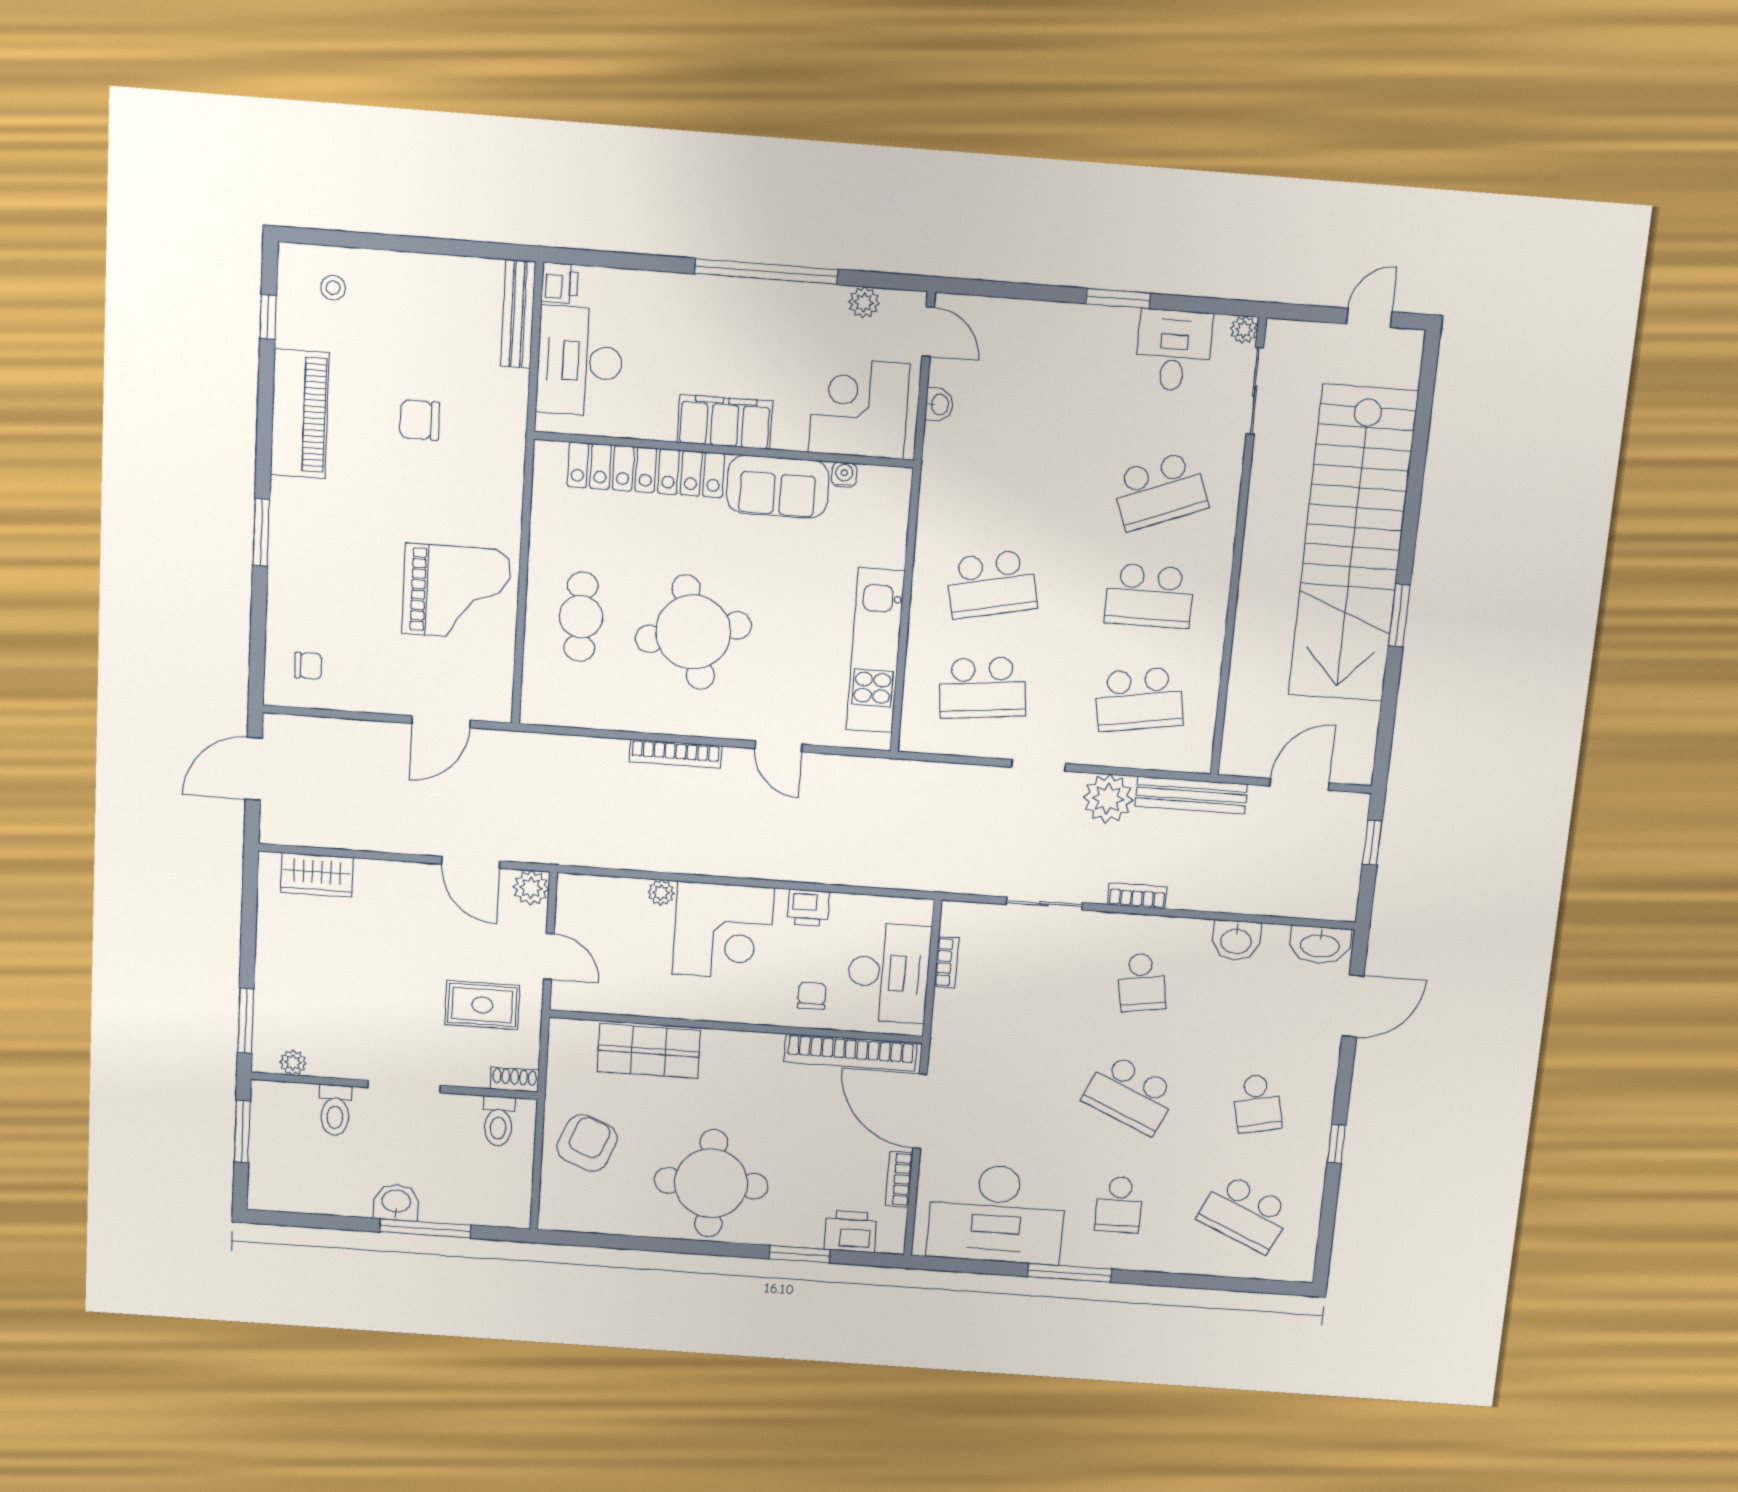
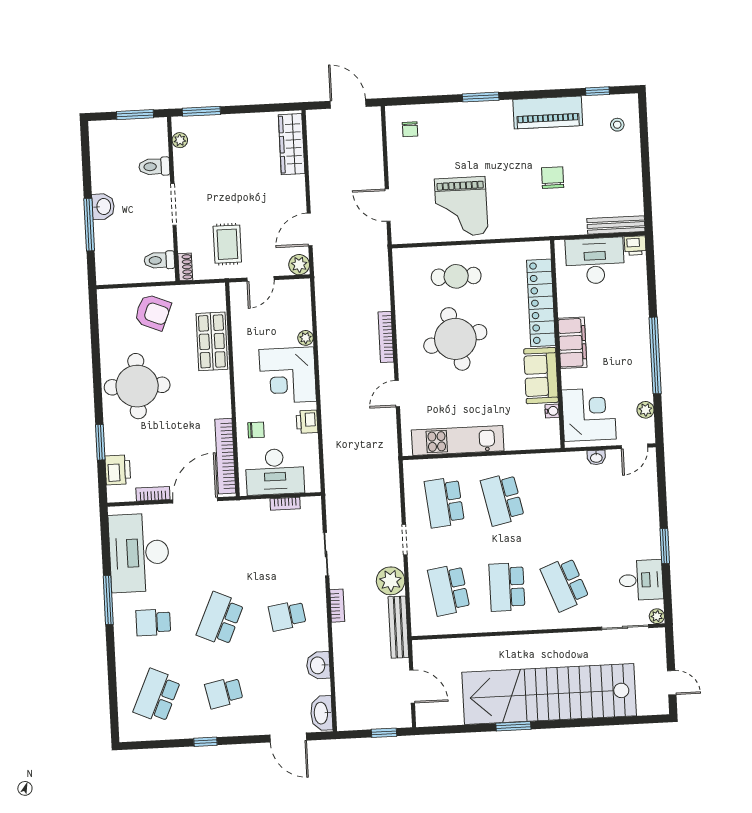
wardrobe: (317, 875) -> (292, 144), width x1.50

